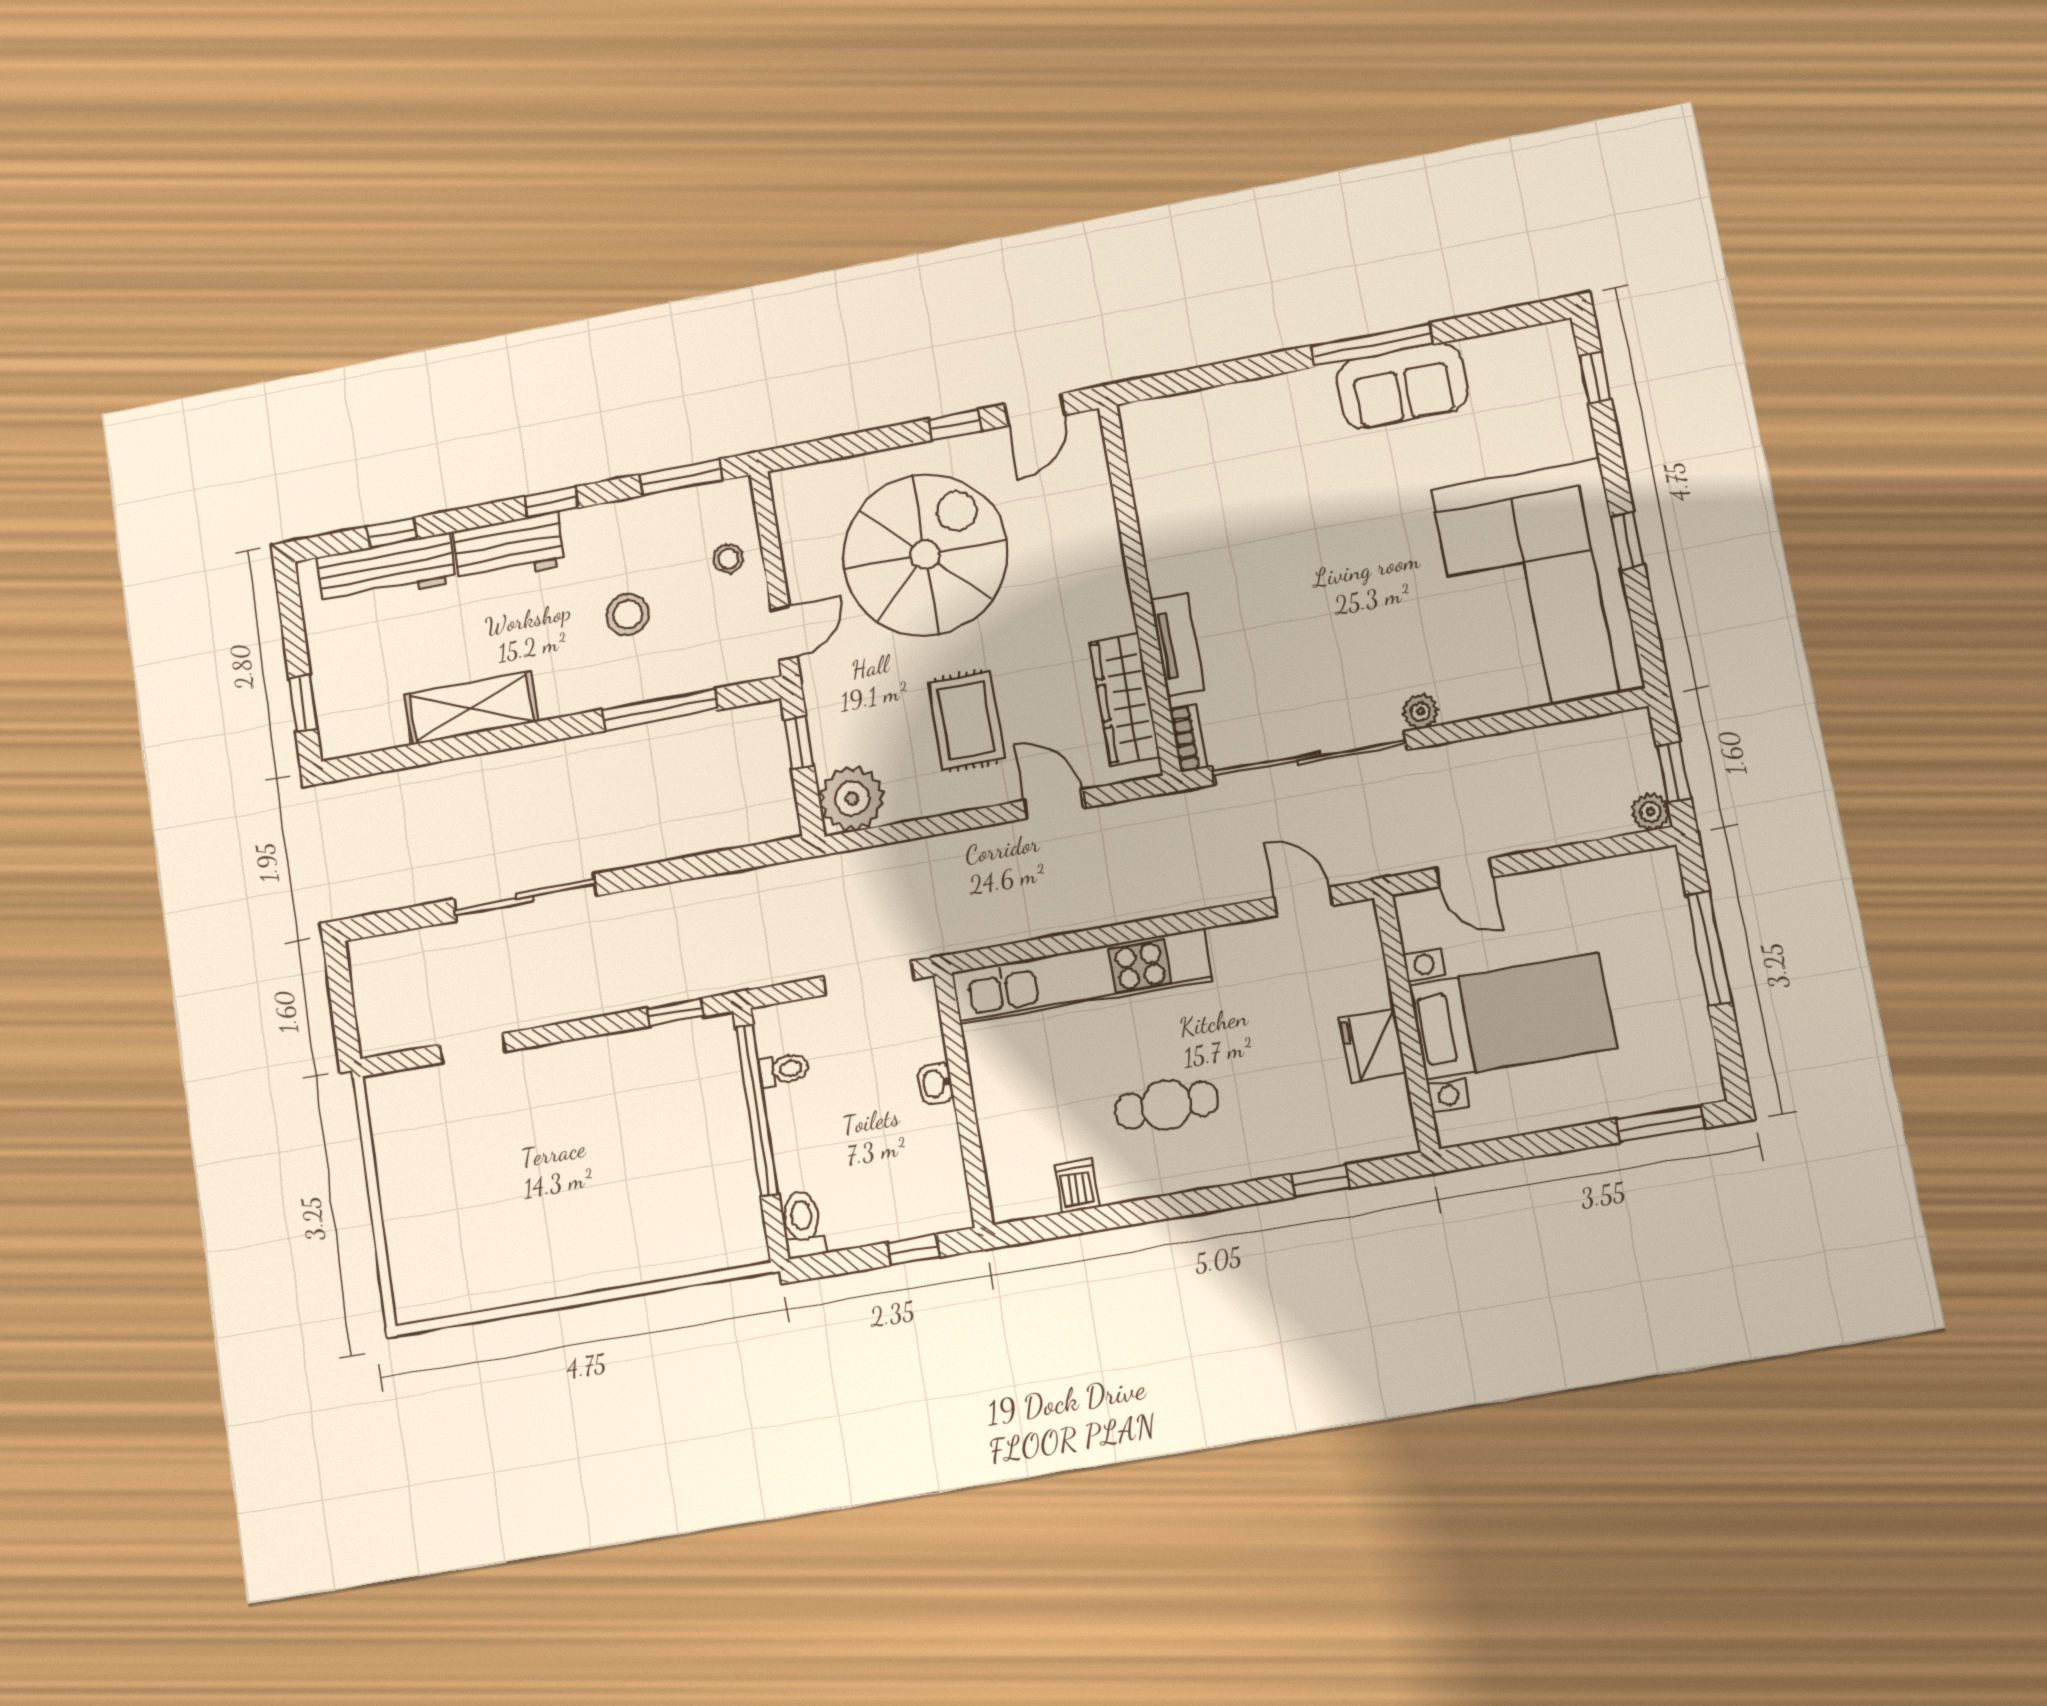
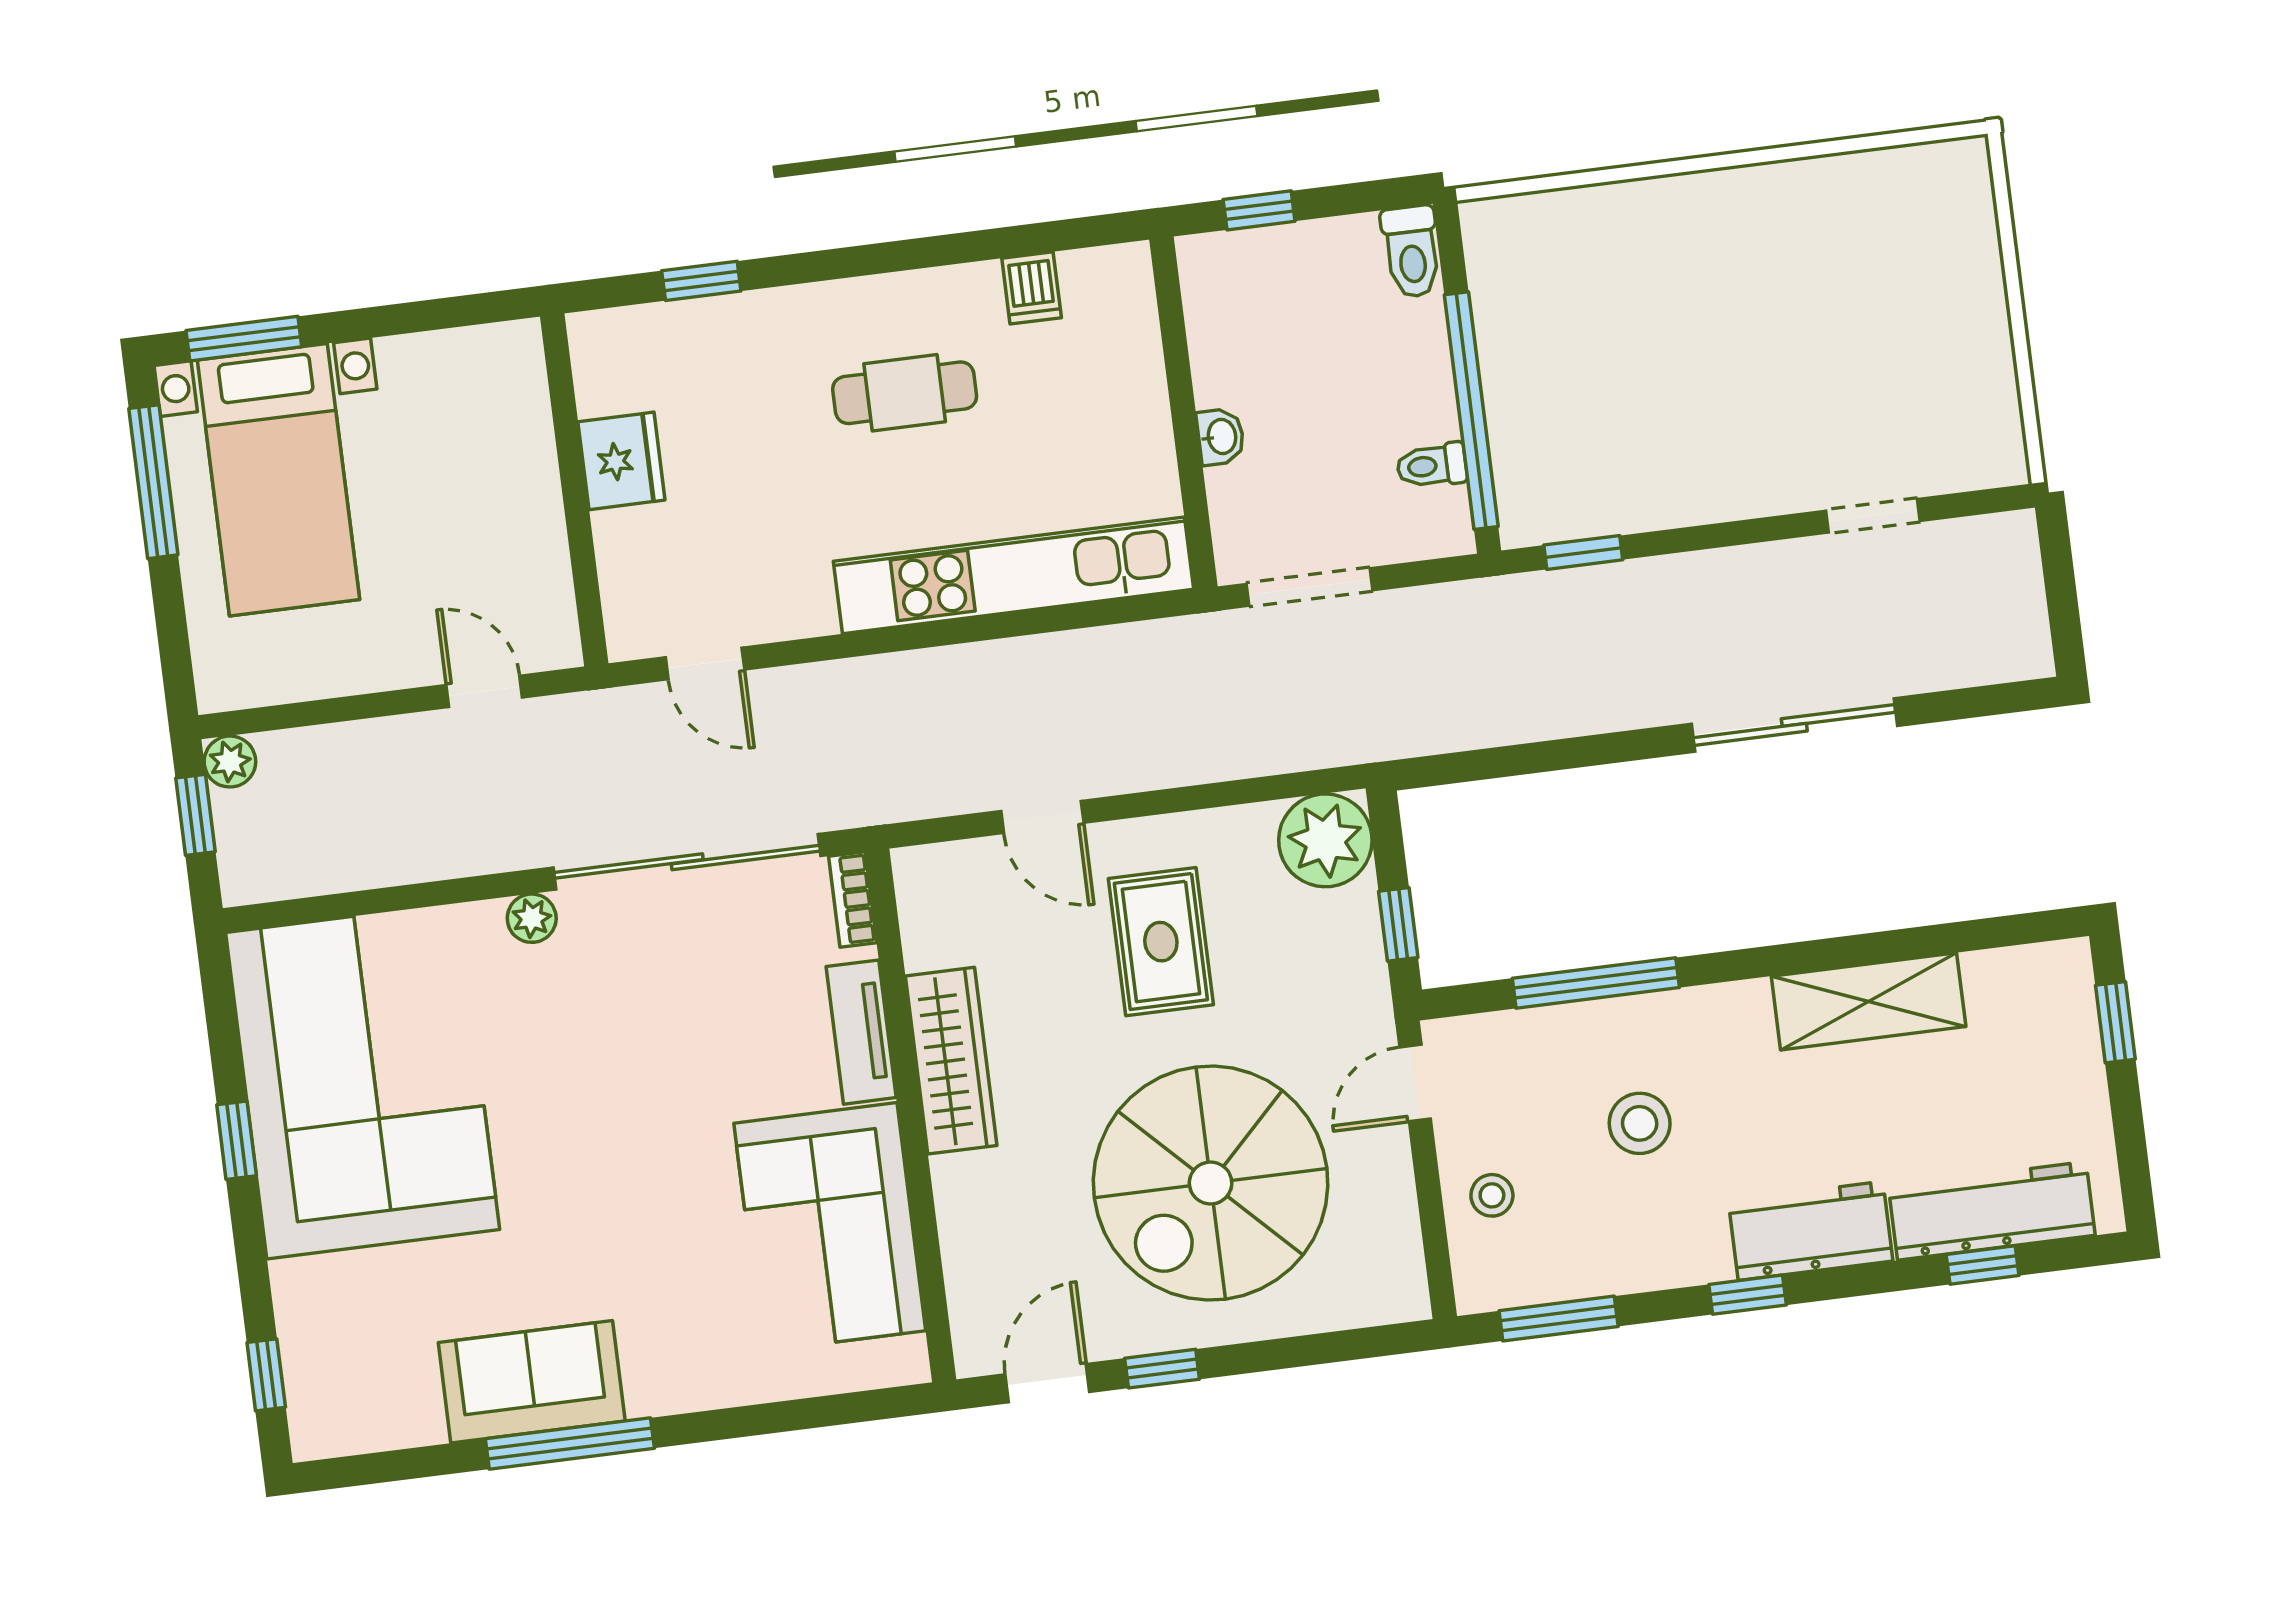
corner sofa: (1194, 507) -> (830, 1227), added
wardrobe: (1125, 699) -> (951, 1061), moved
window: (1709, 948) -> (153, 482), moved
bed with nightstands: (1512, 1017) -> (278, 480), moved, turned -90

